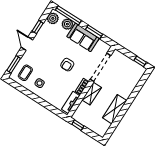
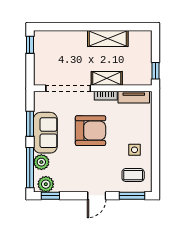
window: (38, 27) -> (50, 196), moved
armchair: (67, 65) -> (91, 131), width x1.88, depth x1.88

